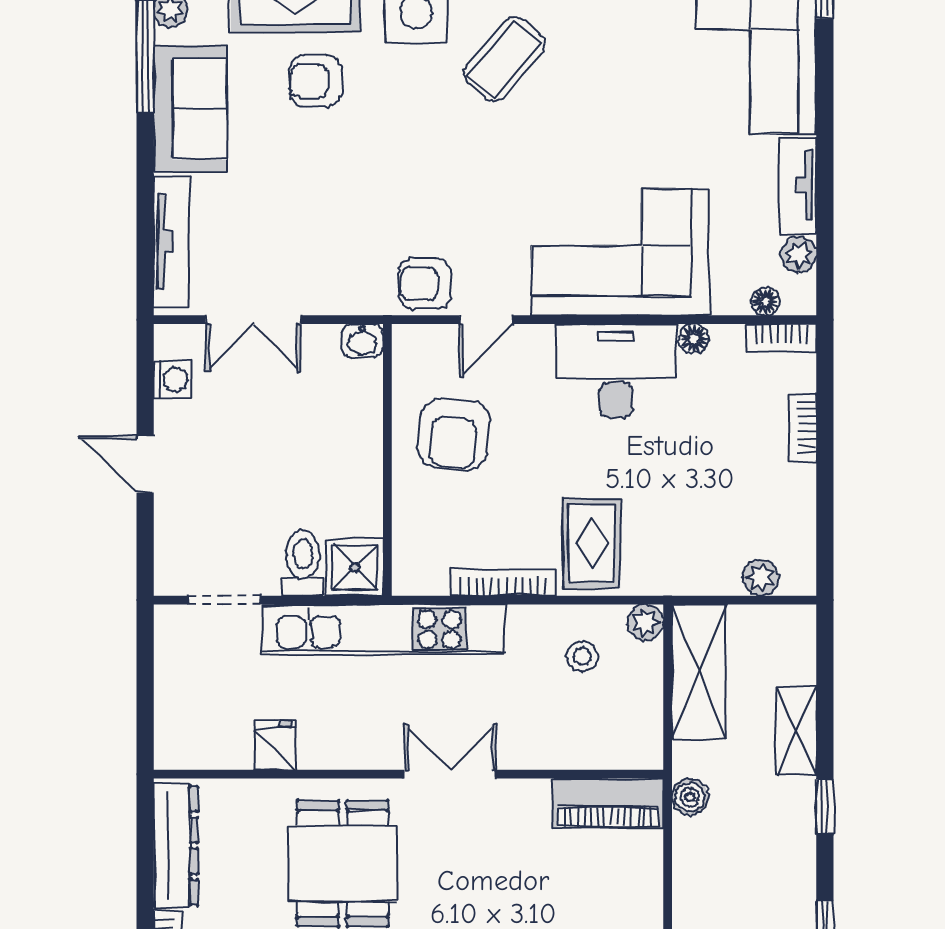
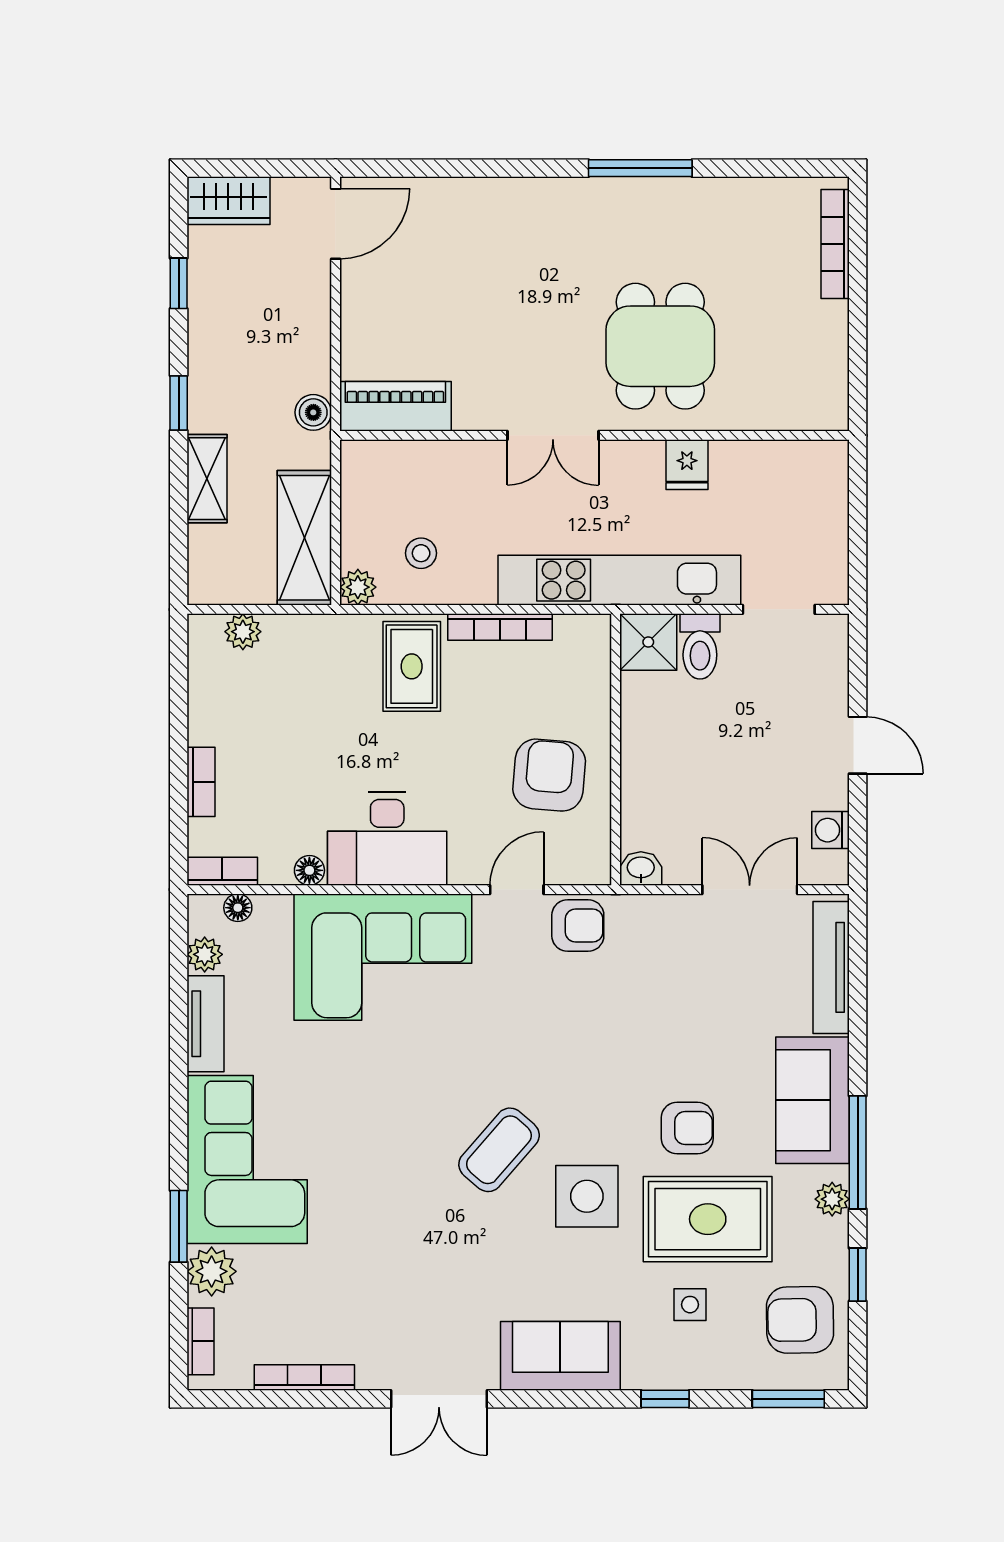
fridge: (275, 745) -> (687, 465), moved
dresser: (176, 846) -> (827, 364), removed

